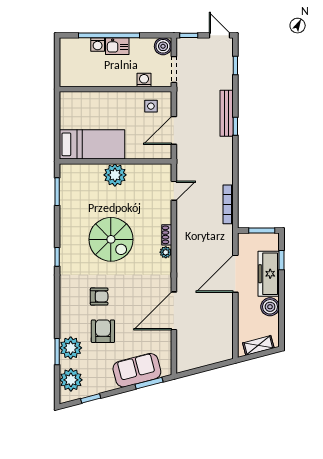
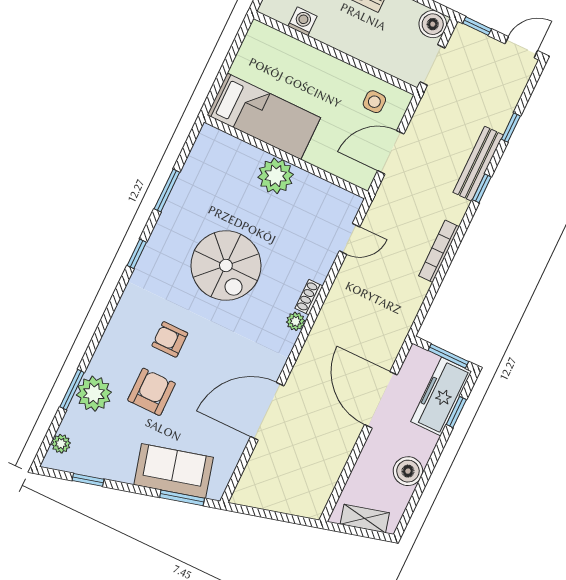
door: (220, 35) -> (521, 47), hinge flipped
window: (235, 65) -> (511, 128), moved
washing machine: (144, 80) -> (302, 21), moved
window: (57, 192) -> (167, 190), moved
bookcase: (228, 204) -> (439, 251), moved
door: (235, 274) -> (381, 400), hinge flipped
freezer: (269, 274) -> (441, 396), moved
armchair: (99, 296) -> (170, 339), turned 180
plant: (71, 380) -> (61, 444), width x0.53, depth x0.53

